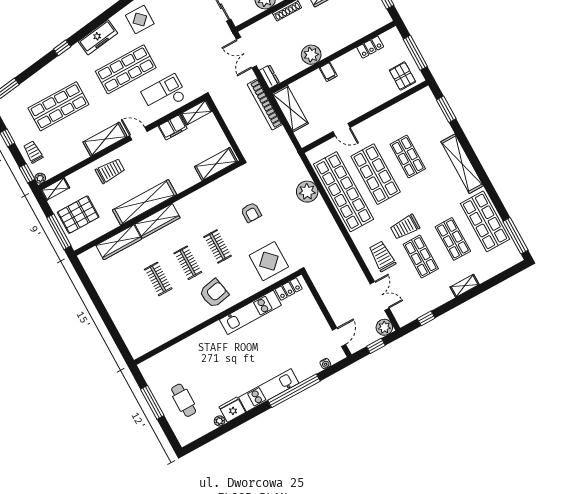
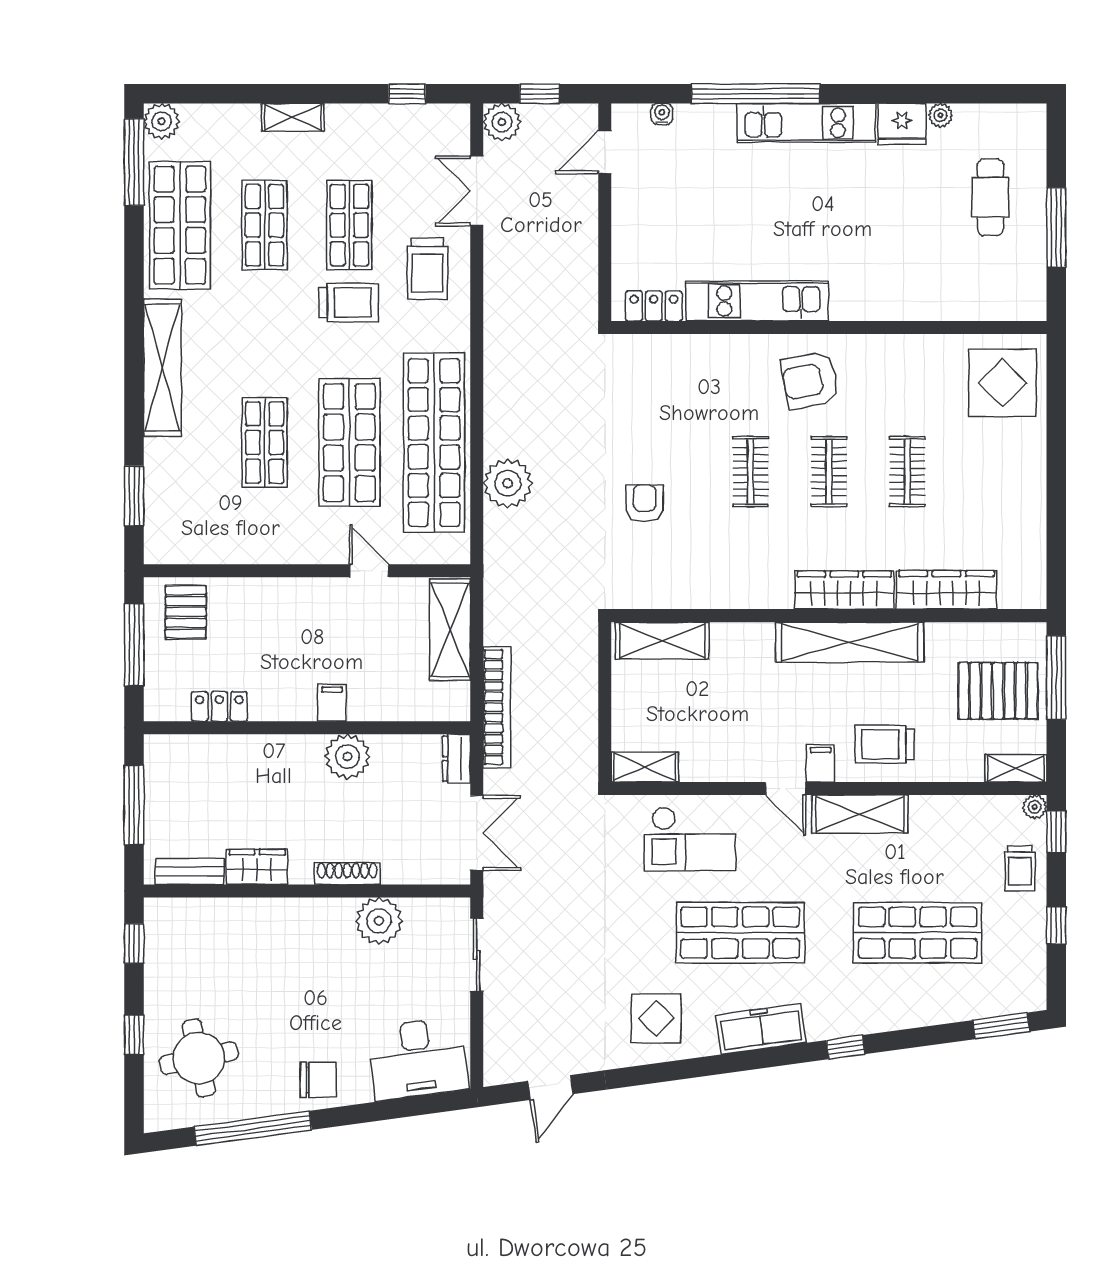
shelving: (290, 109) -> (450, 630), moved
filing cabinet: (173, 127) -> (820, 763), moved, width x0.50
plant: (514, 257) -> (162, 121), added
display table: (269, 261) -> (1002, 383), moved

